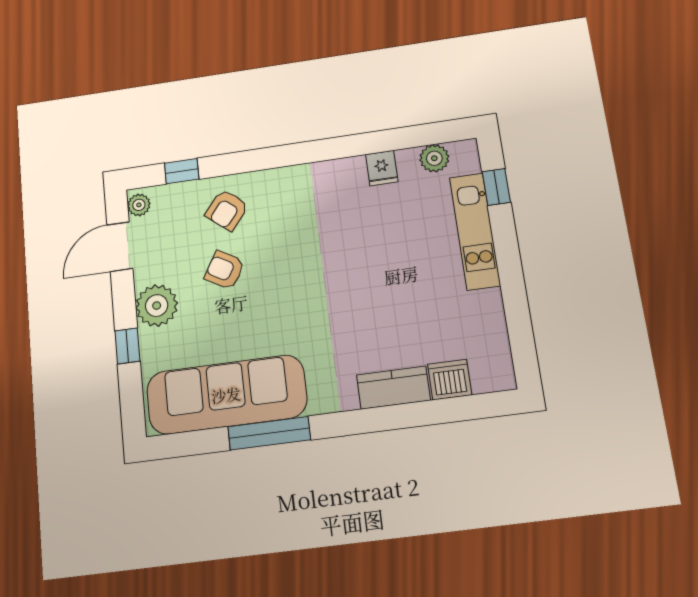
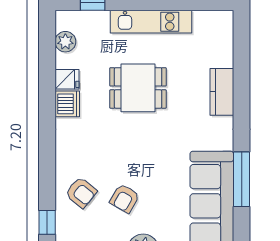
kitchen unit: (475, 231) -> (151, 22), moved
dining table: (383, 267) -> (138, 88), added
dishwasher: (450, 380) -> (67, 104), moved, turned 180

